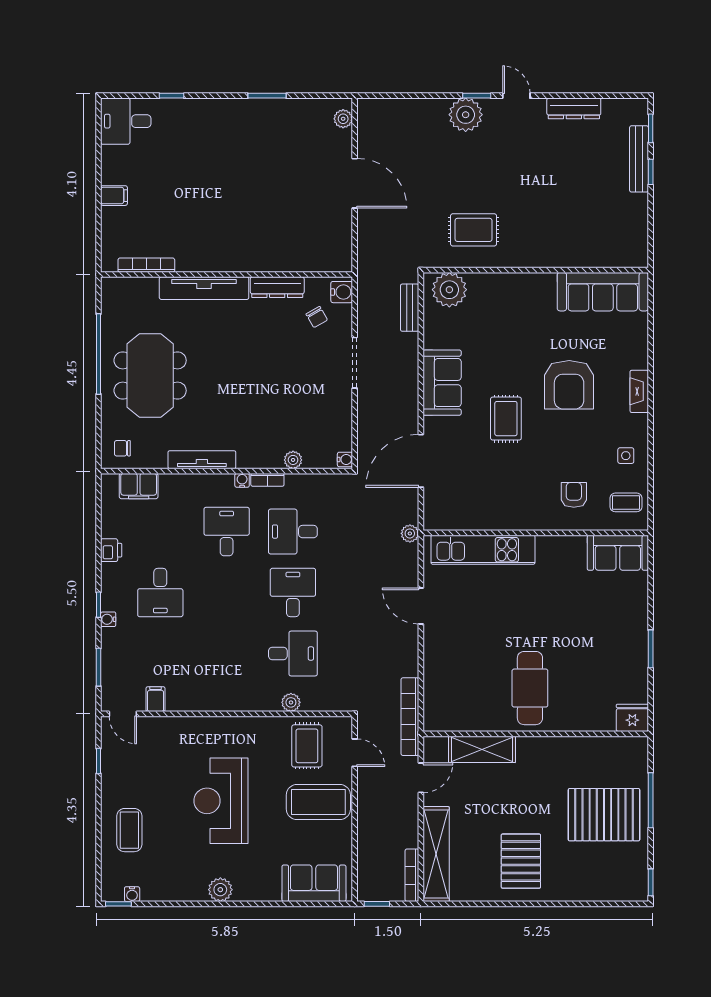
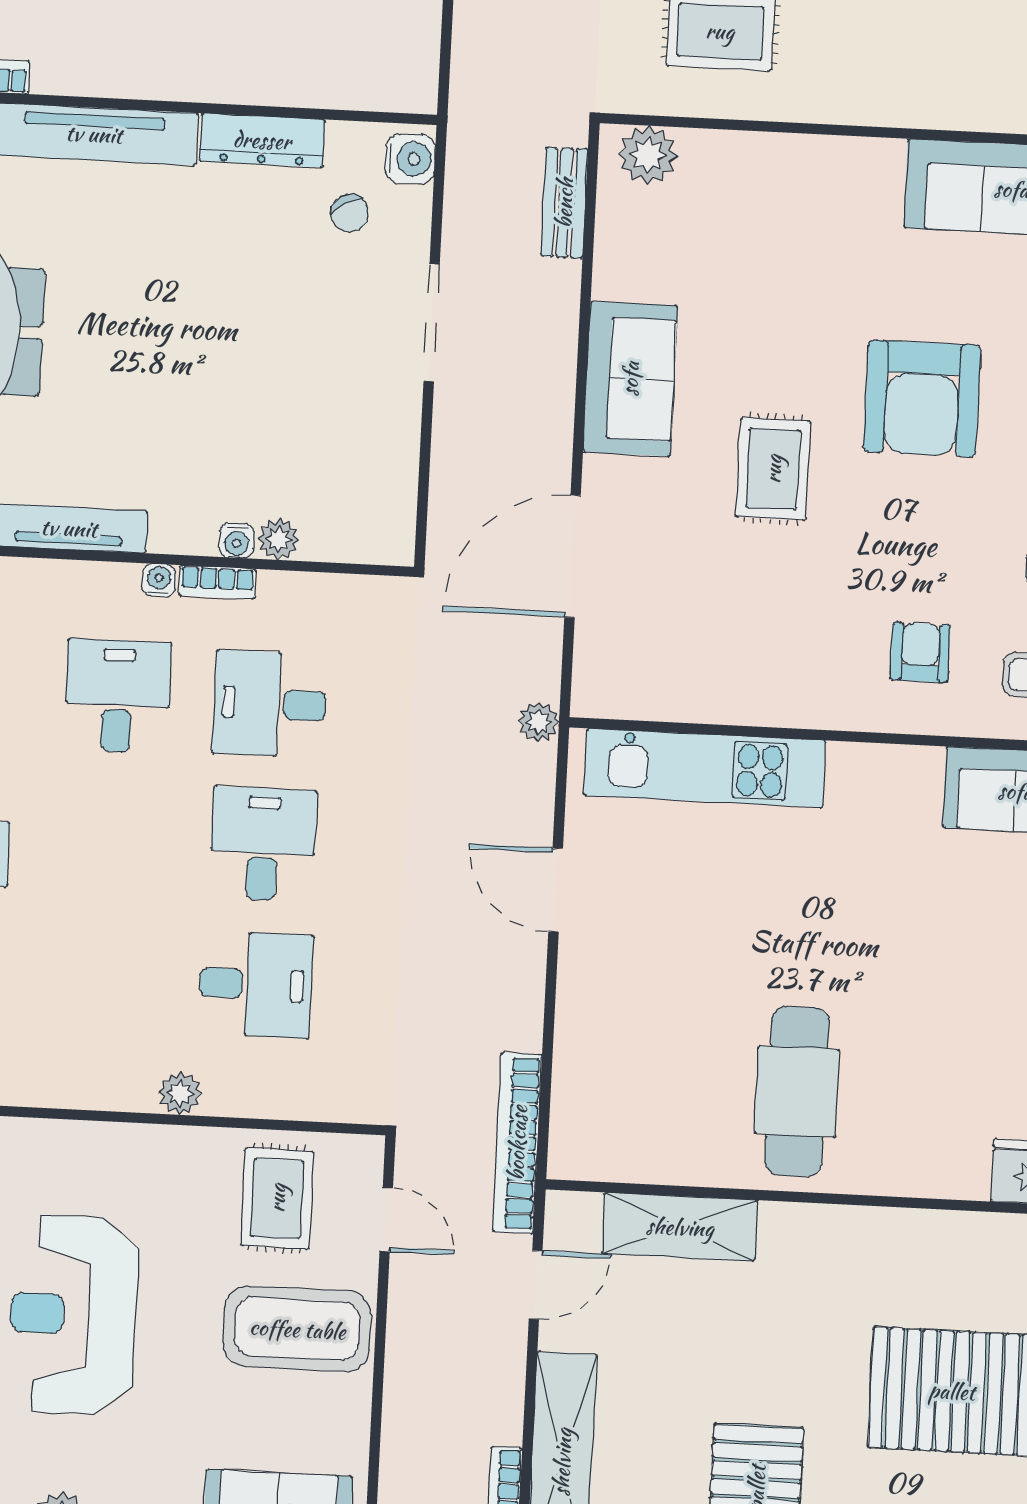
plant: (449, 290) -> (648, 155), width x0.73, depth x0.73
water cooler: (345, 459) -> (237, 540), moved, turned 90
plant: (291, 702) -> (180, 1093), moved

